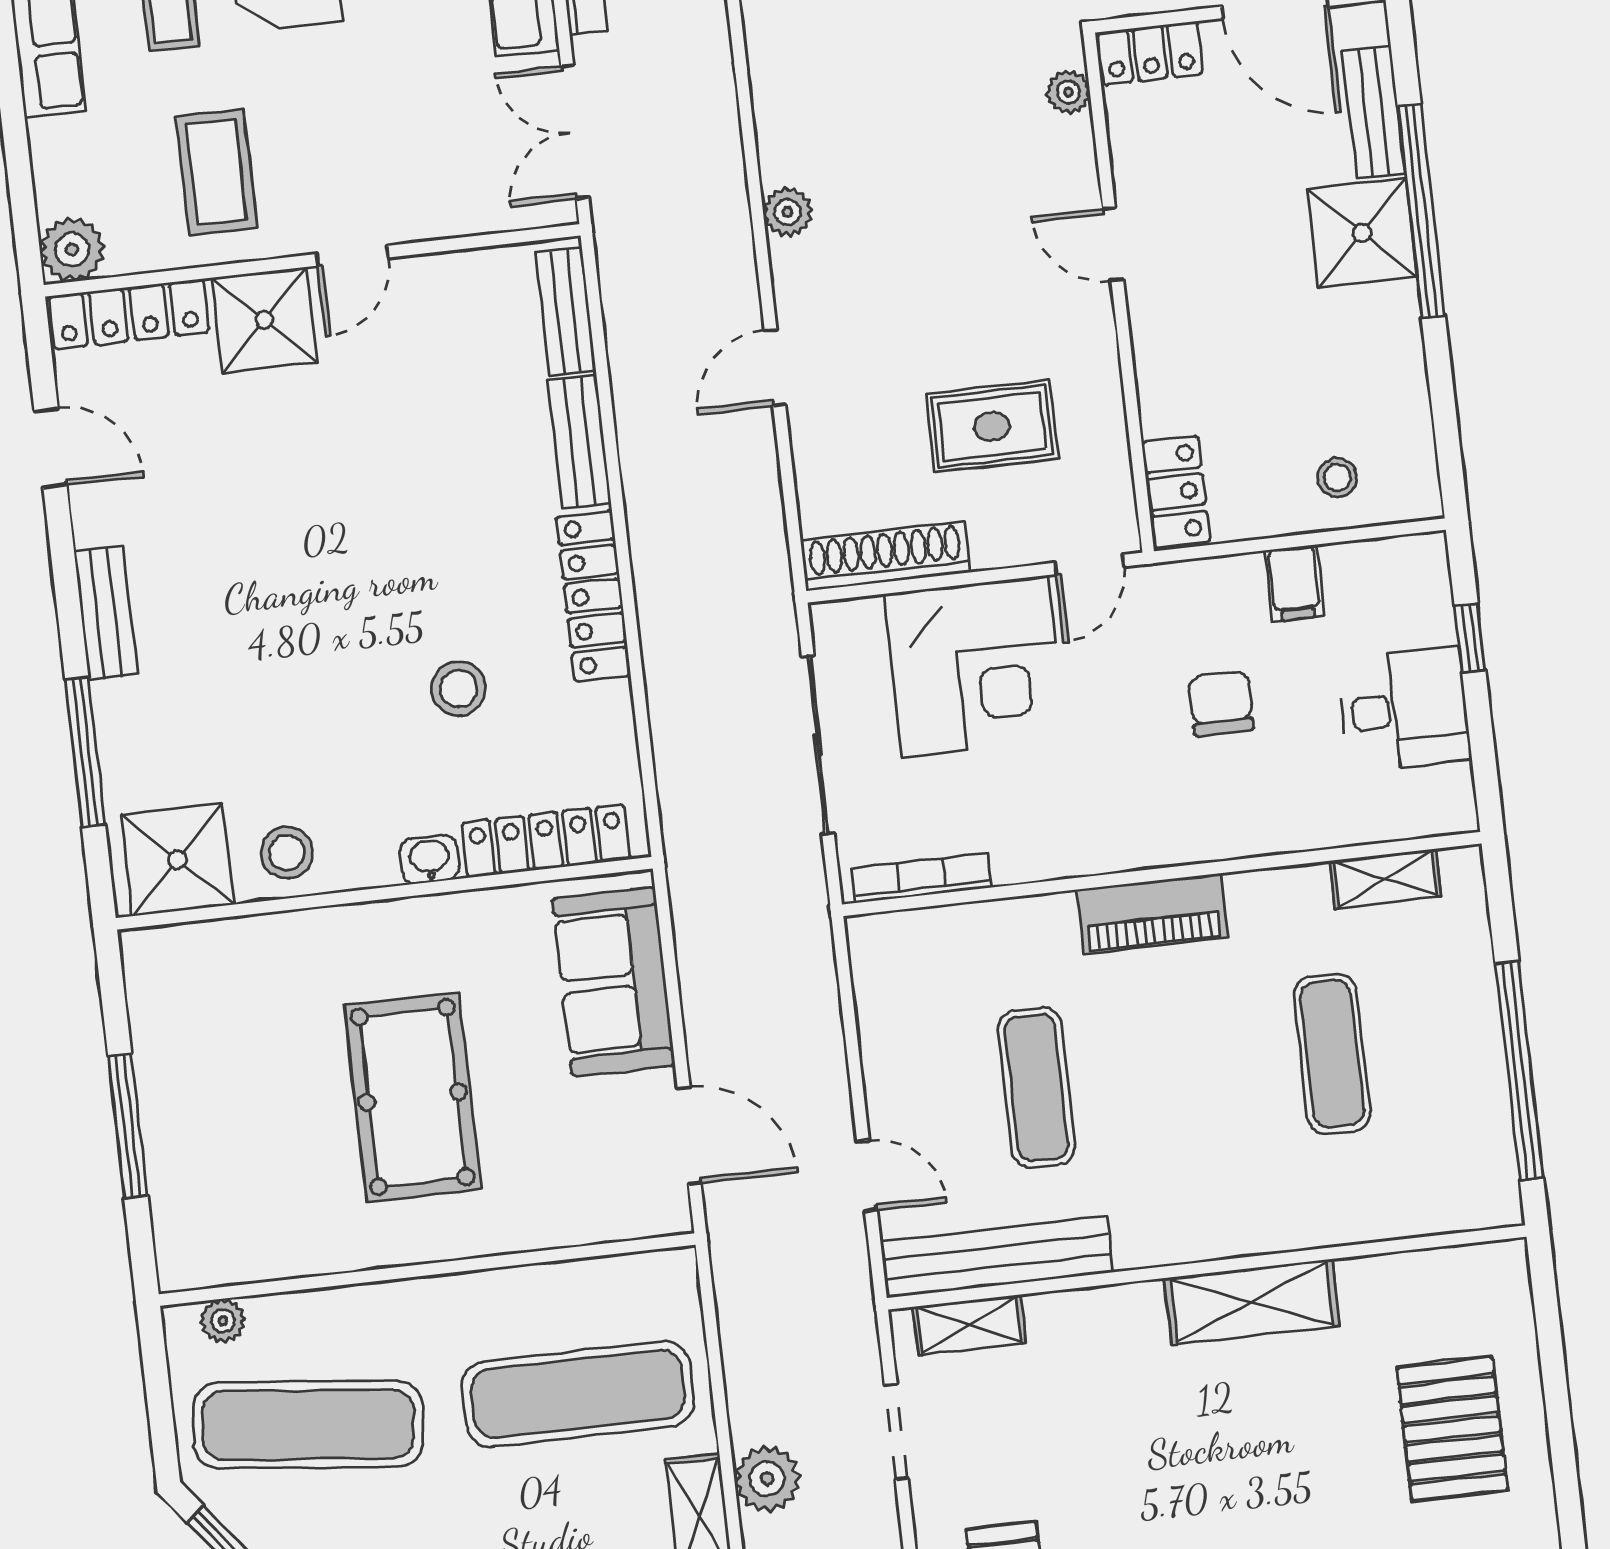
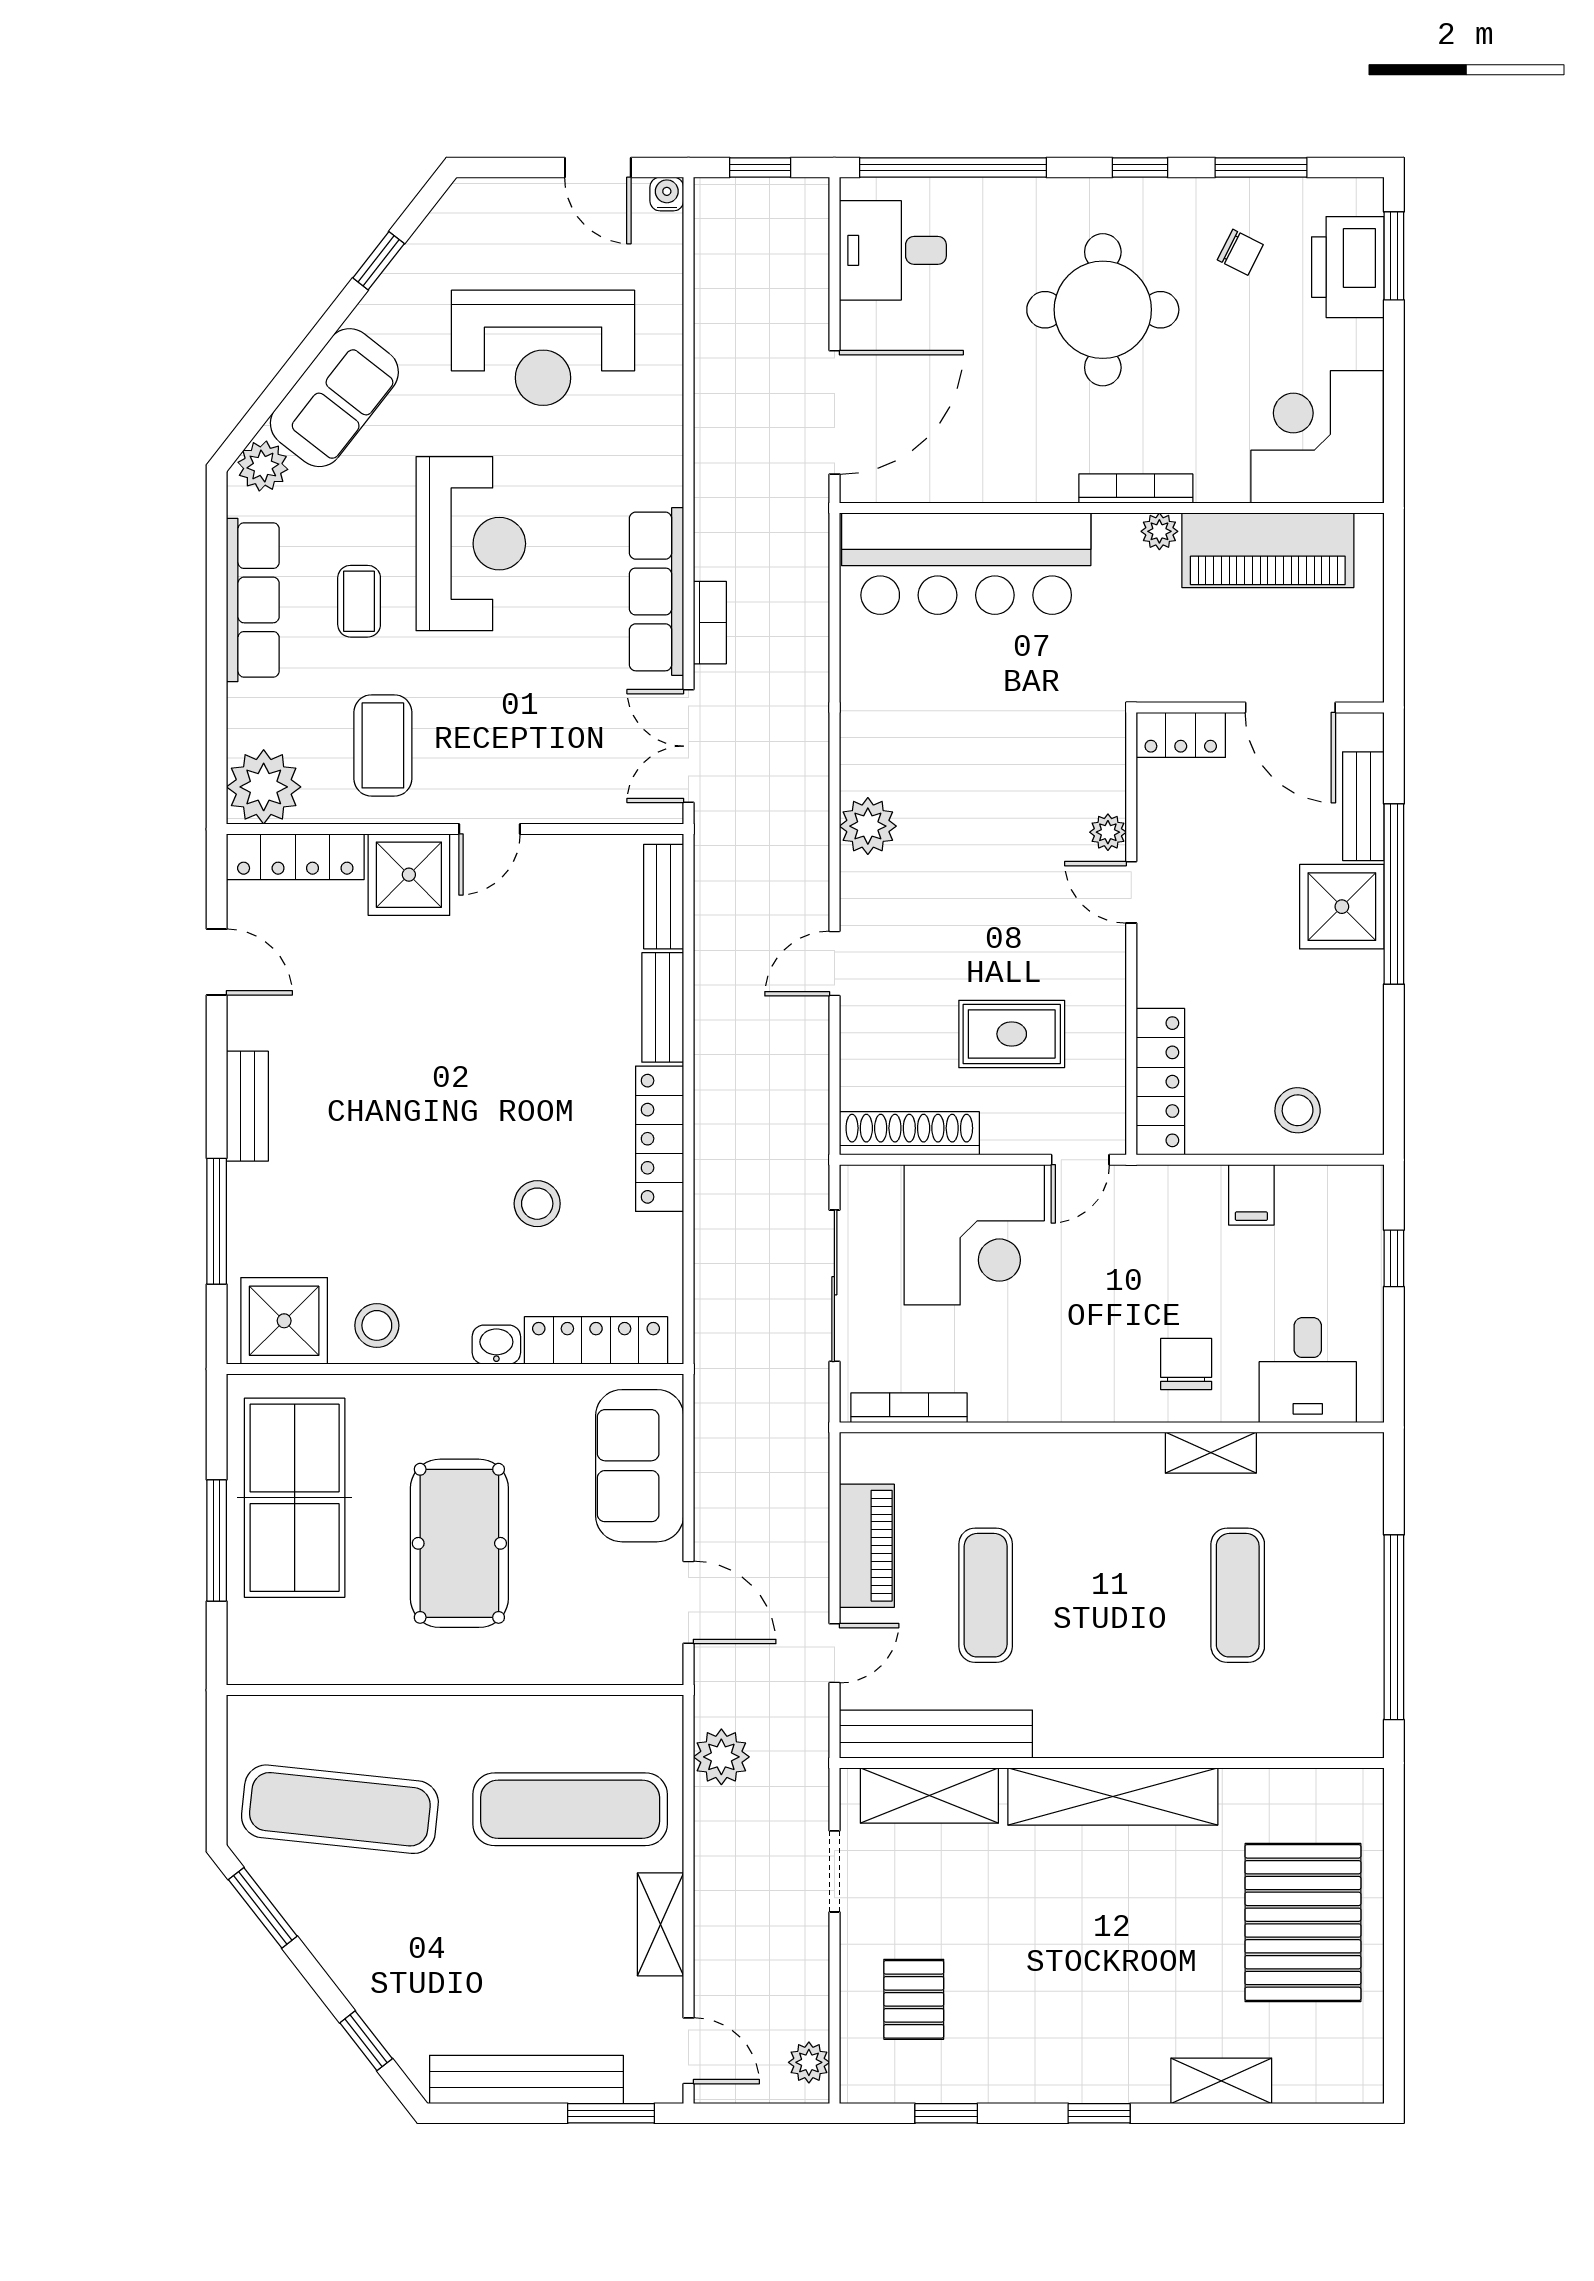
plant: (1068, 92) -> (1108, 832), moved
plant: (788, 212) -> (868, 826), width x1.38, depth x1.38
plant: (72, 249) -> (264, 787), width x1.36, depth x1.36
stool: (1337, 477) -> (1298, 1110), width x1.37, depth x1.37
locker: (1176, 492) -> (1160, 1082), width x1.53
chair: (1221, 703) -> (1186, 1364), moved
desk: (1404, 709) -> (1308, 1370), moved, turned 90
shelving: (1385, 879) -> (1211, 1453), moved
piano: (1152, 914) -> (867, 1546), moved, turned -90
table tennis table: (213, 1066) -> (295, 1498), added
door: (867, 1176) -> (834, 1653), hinge flipped
shelving: (1252, 1302) -> (1113, 1797), width x1.47
plant: (223, 1321) -> (278, 1714), removed
shelving: (969, 1325) -> (929, 1796), width x1.50, depth x1.33
pallet: (1452, 1429) -> (1303, 1923), width x1.37, depth x1.41
plant: (767, 1479) -> (721, 1757), moved

